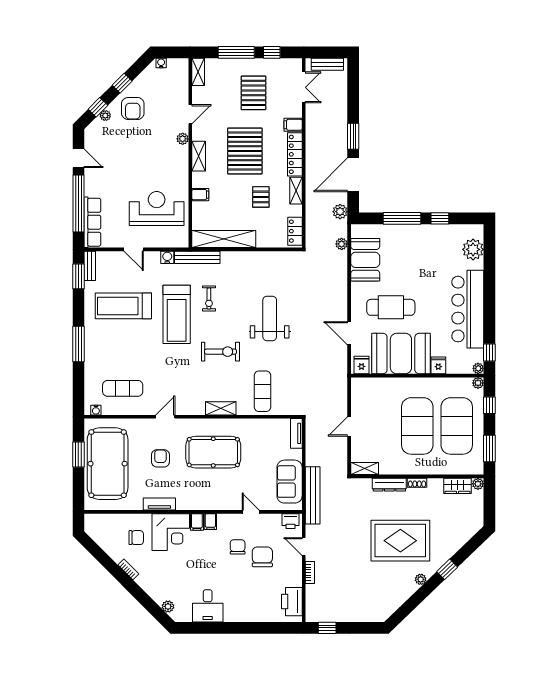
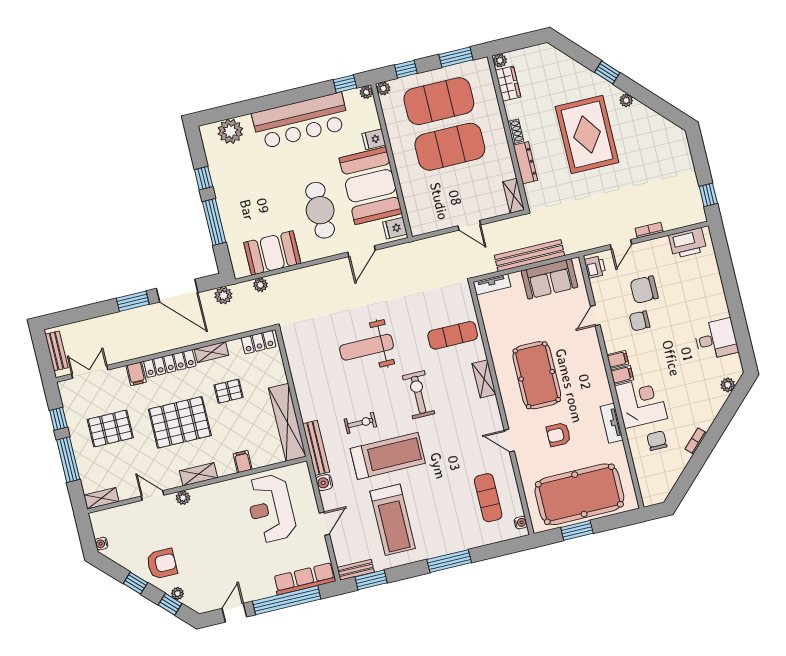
bench: (313, 495) -> (529, 256), moved

